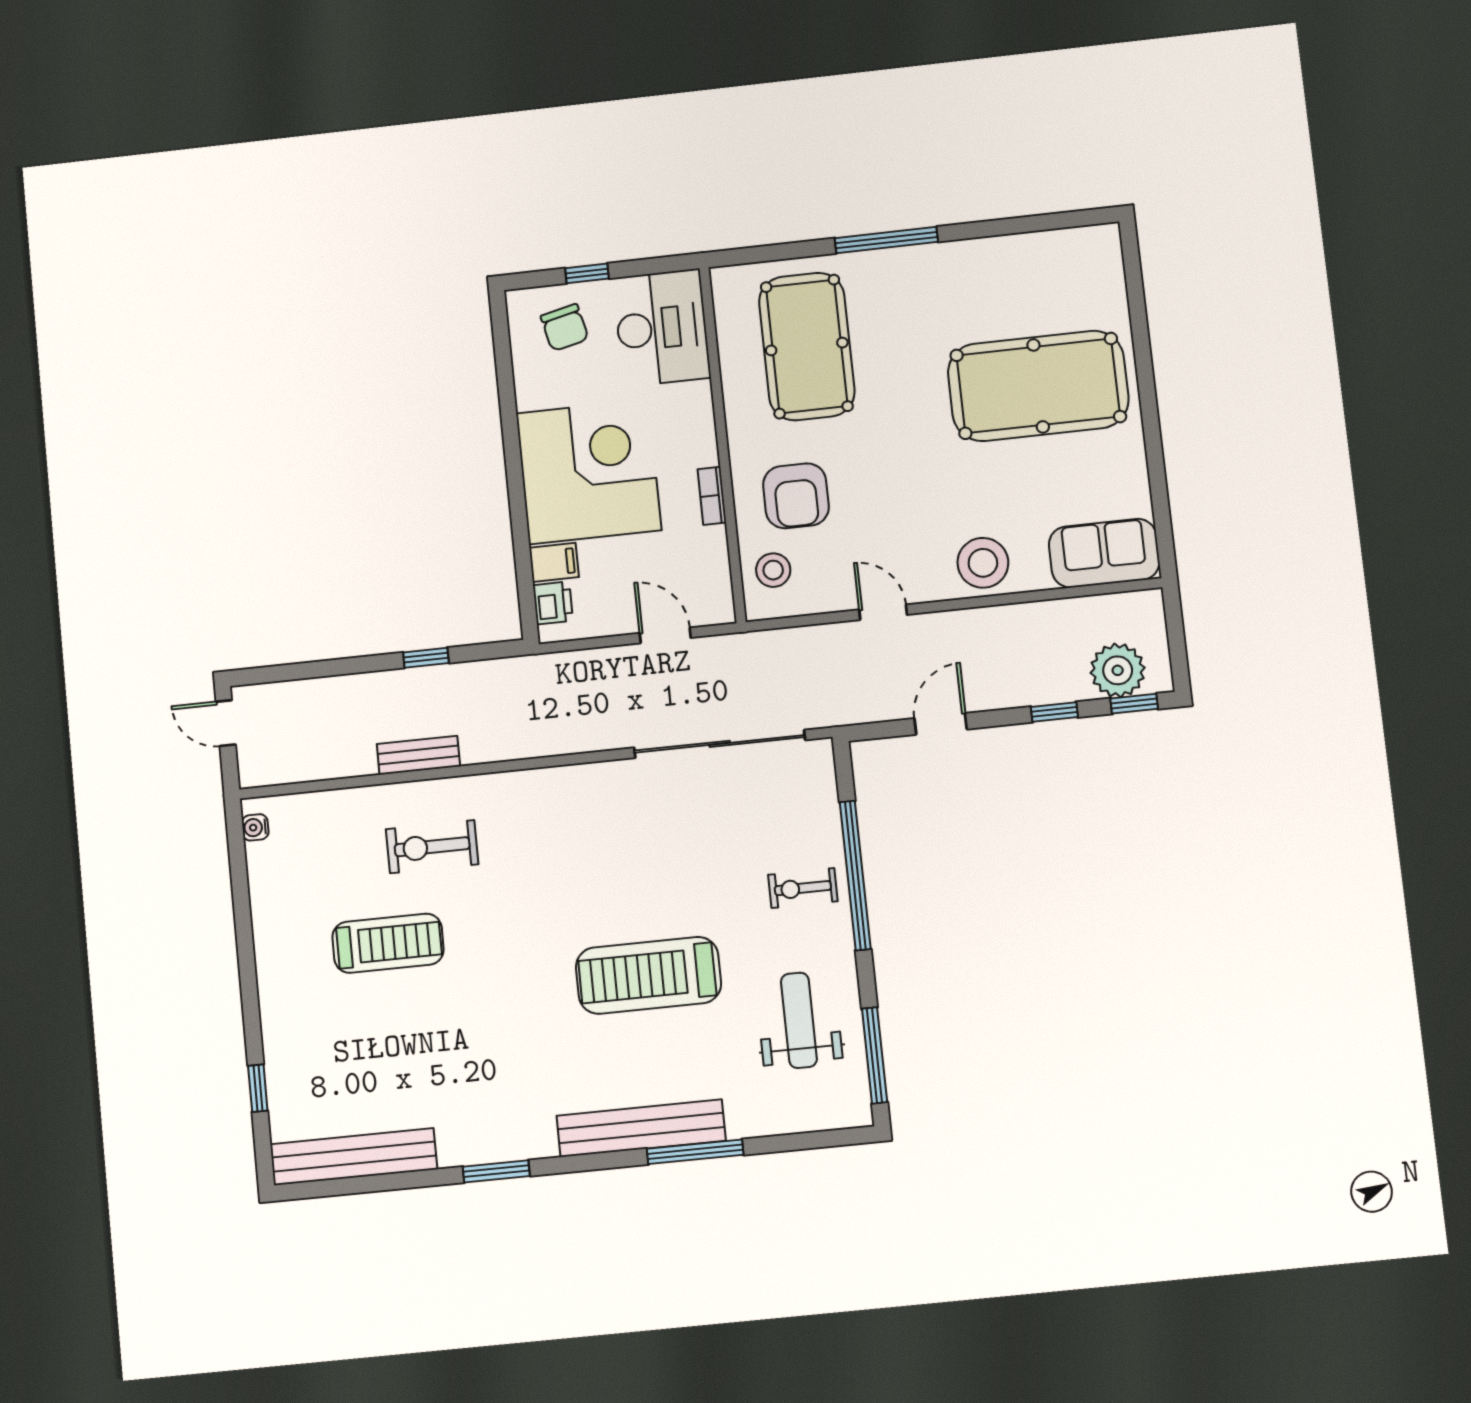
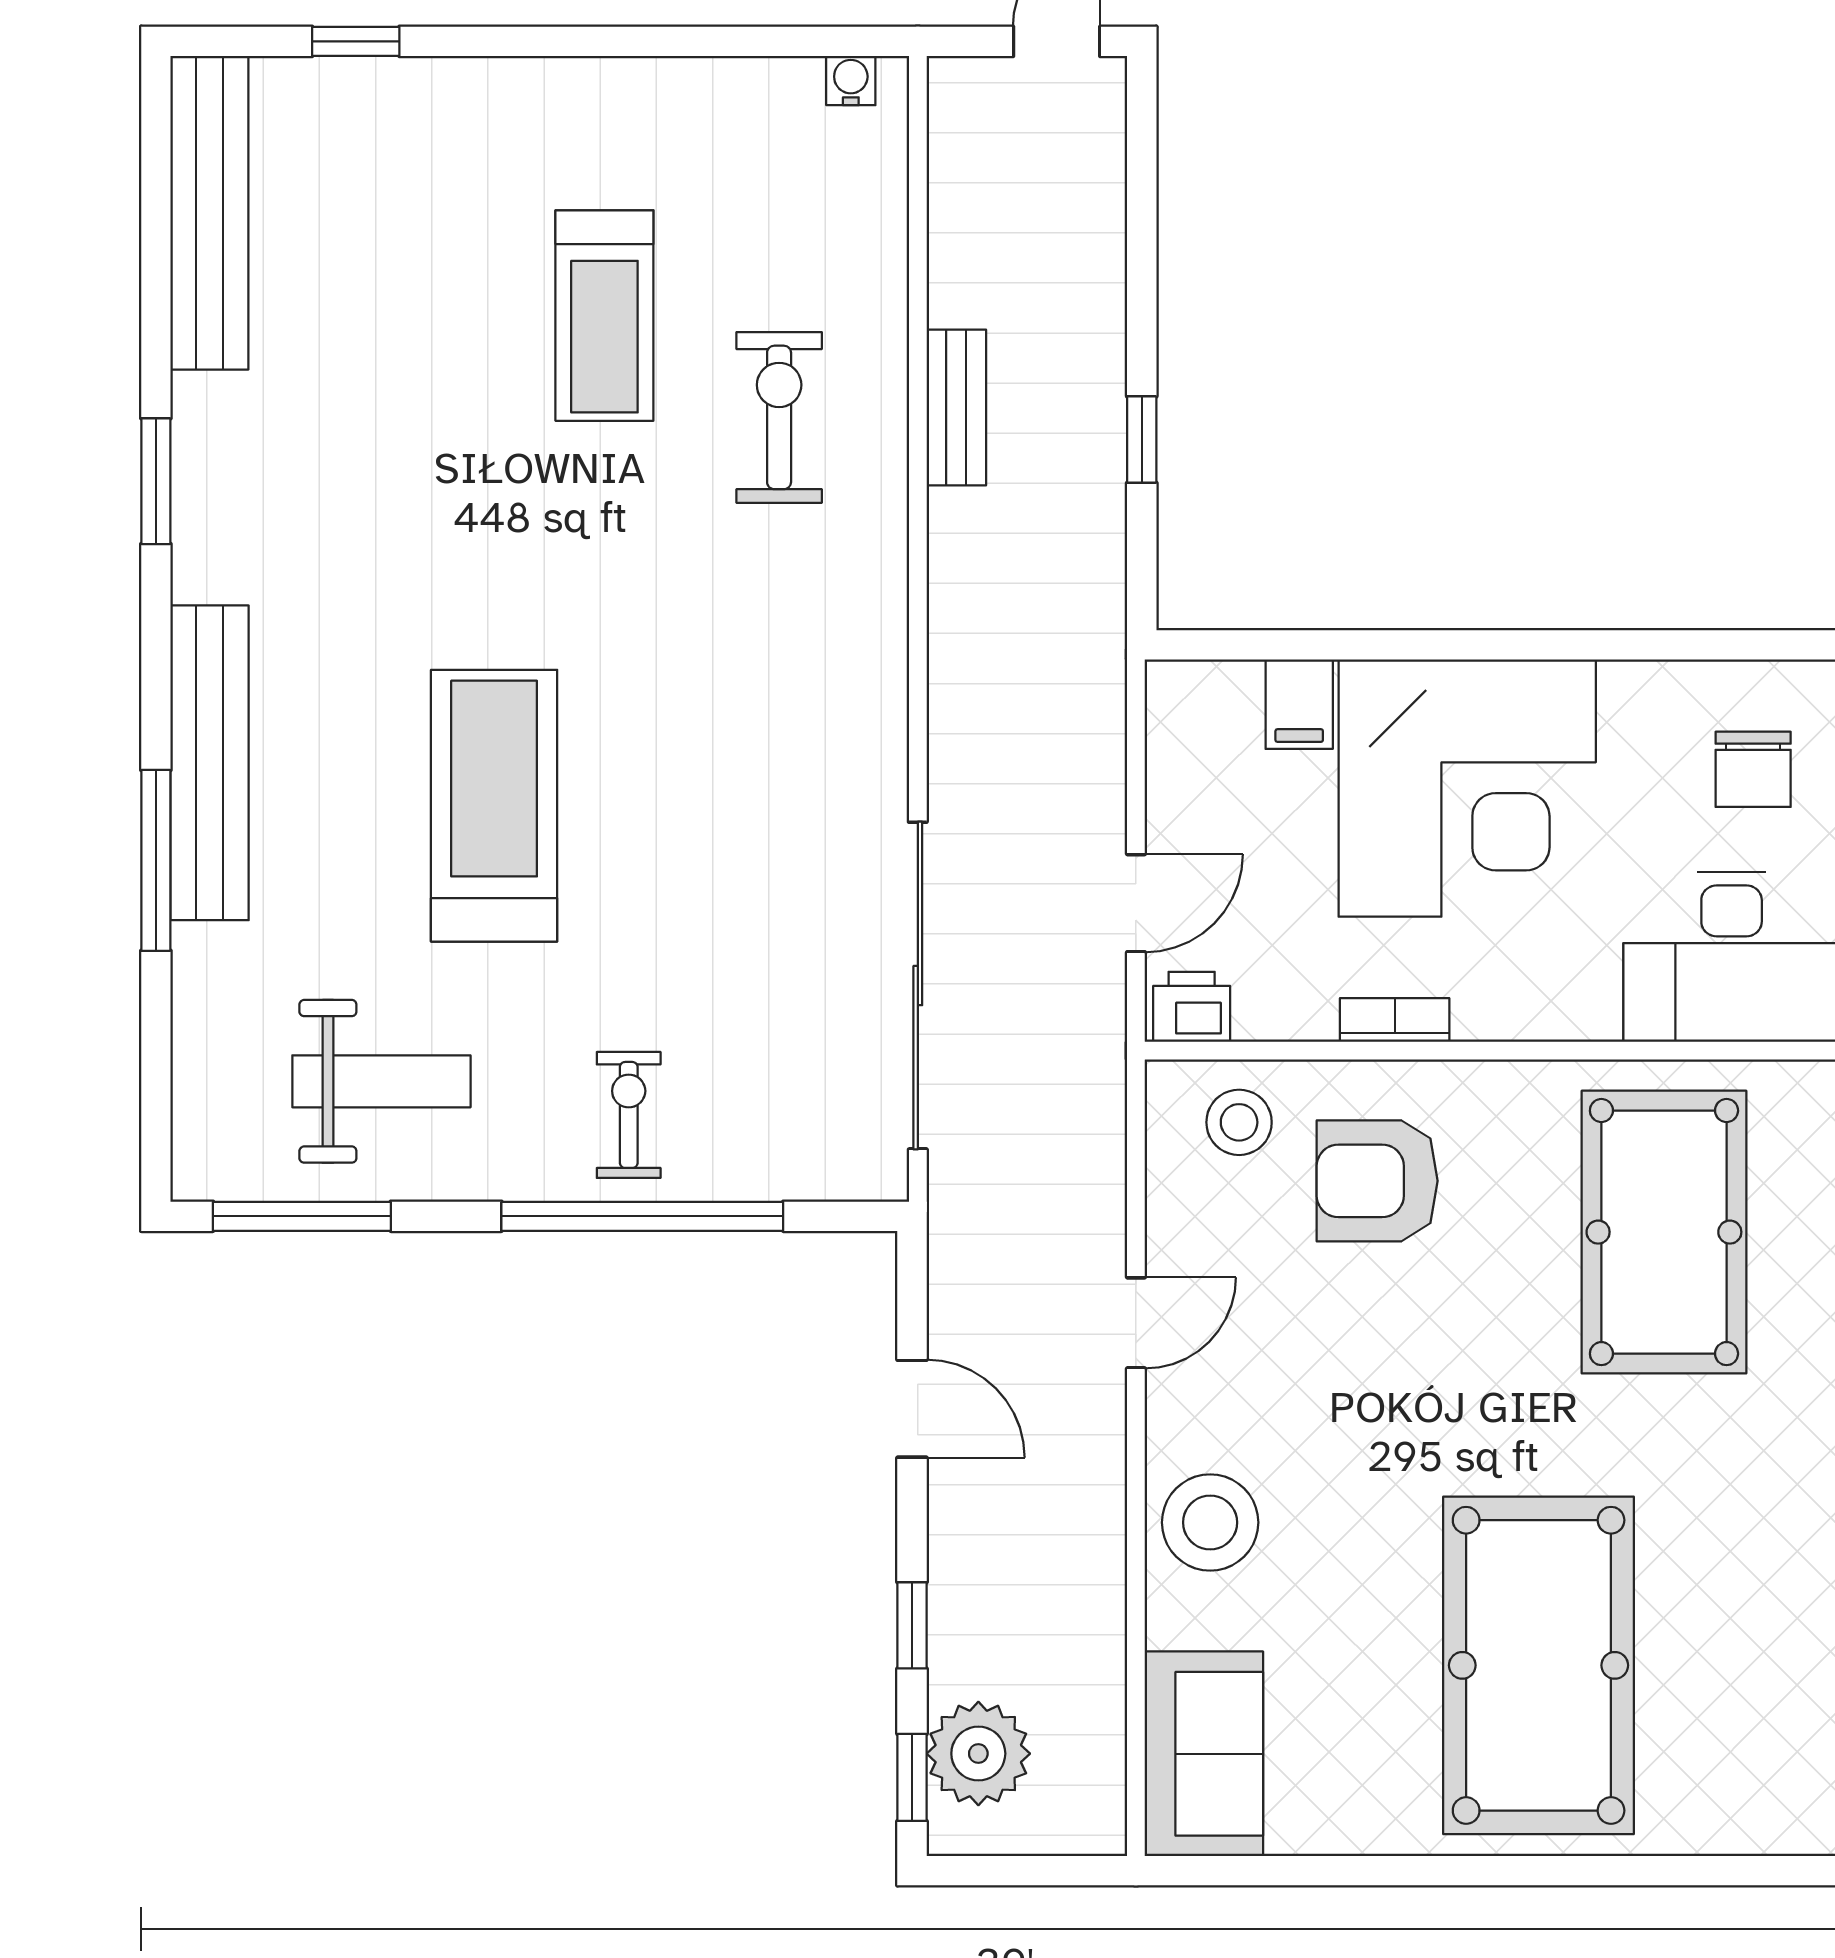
chair: (565, 328) -> (1753, 769), turned -77
pool table: (807, 347) -> (1664, 1232), turned 90
printer: (553, 603) -> (1192, 1007), moved, turned 180

